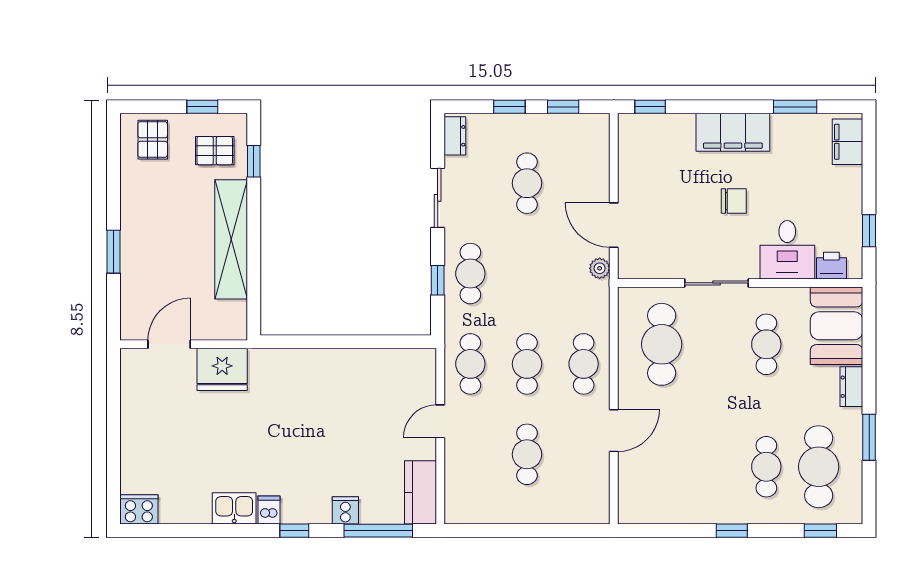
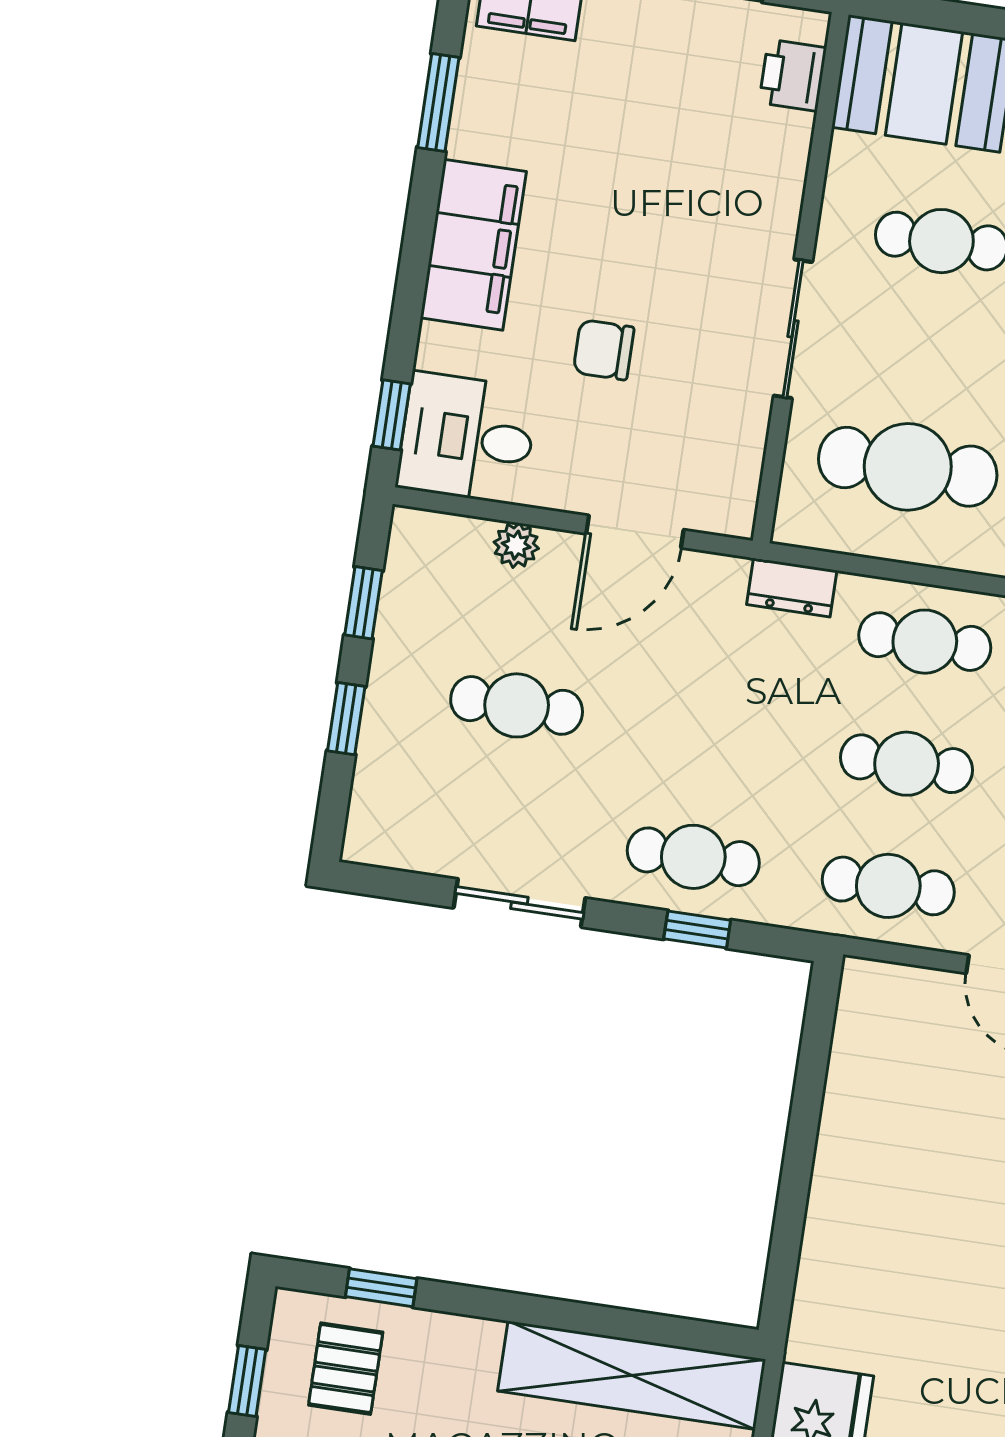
dresser: (455, 136) -> (792, 587), moved, turned 180
chair: (734, 201) -> (604, 350), moved, turned -90
shelving: (231, 239) -> (632, 1375), moved
desk: (787, 250) -> (467, 438), moved, turned 180
plant: (600, 268) -> (516, 545), moved

